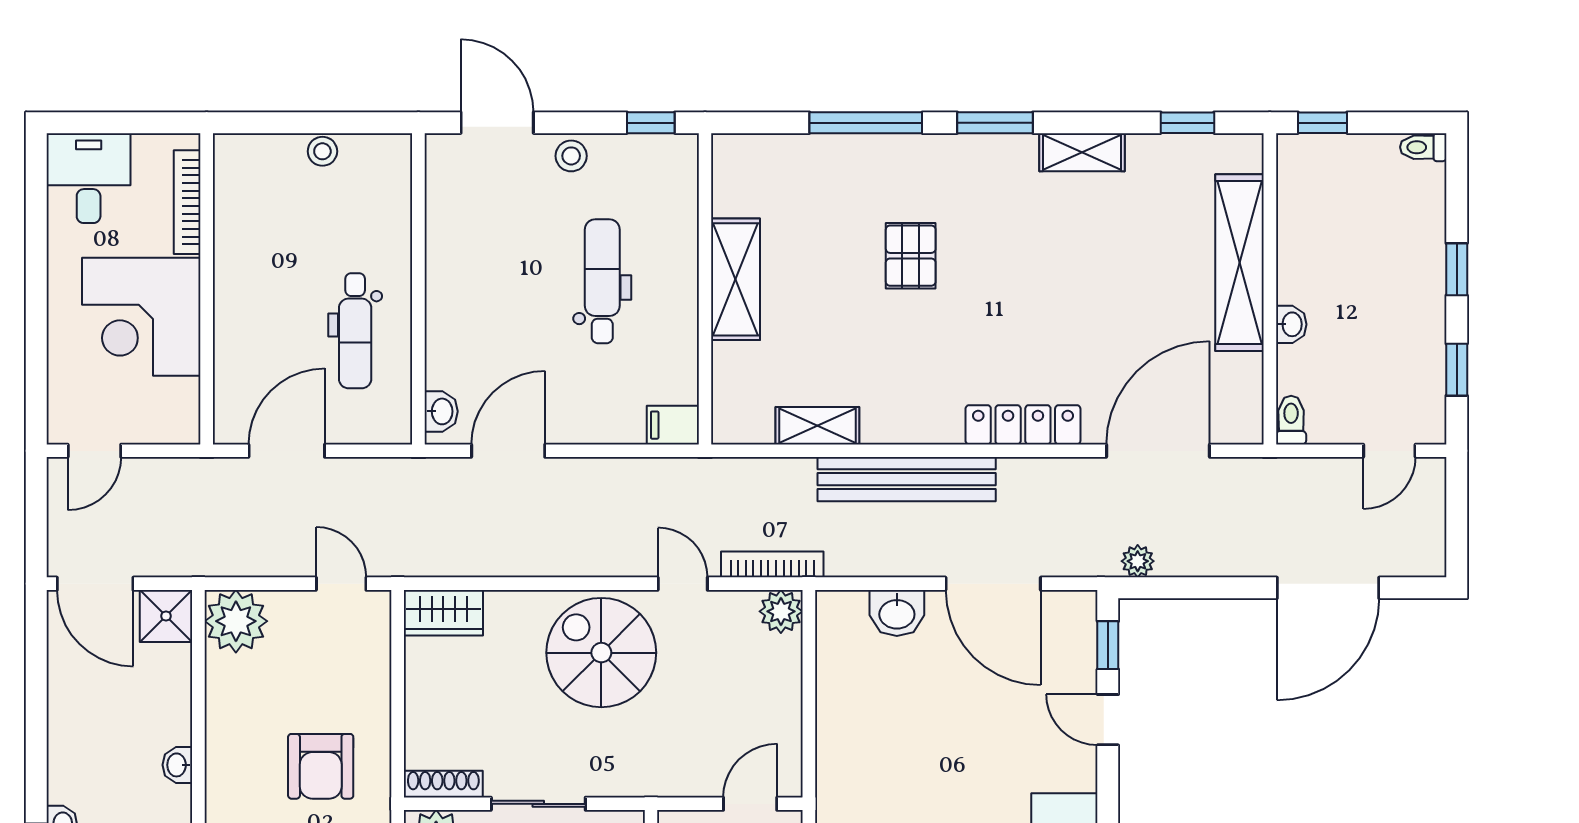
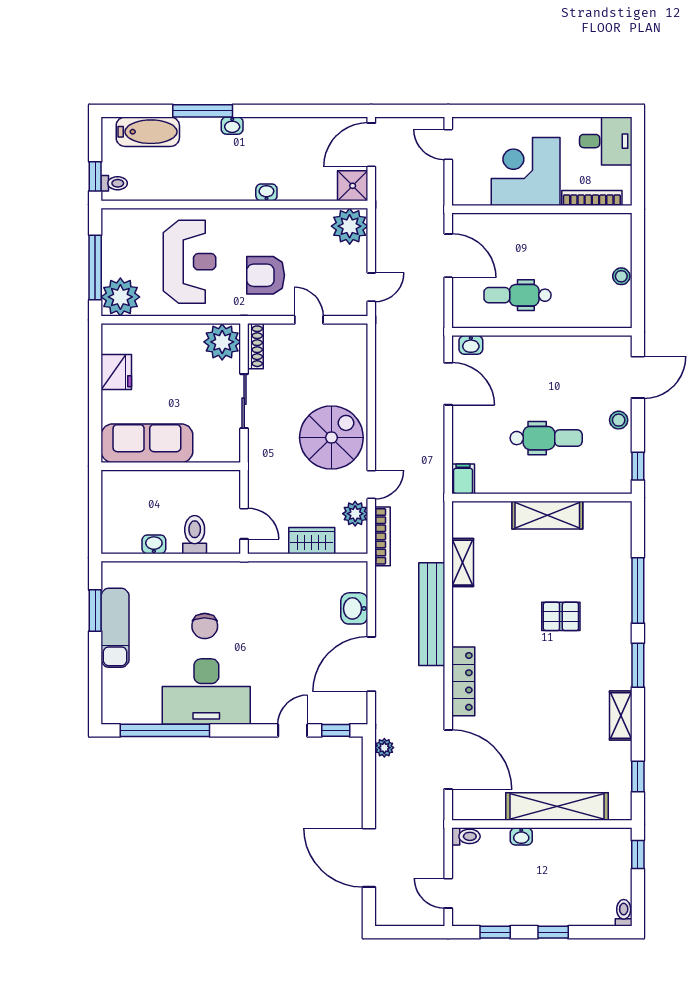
plant: (781, 611) -> (355, 514), moved
wardrobe: (443, 613) -> (312, 541), moved, turned 90
door: (398, 692) -> (309, 320), added

